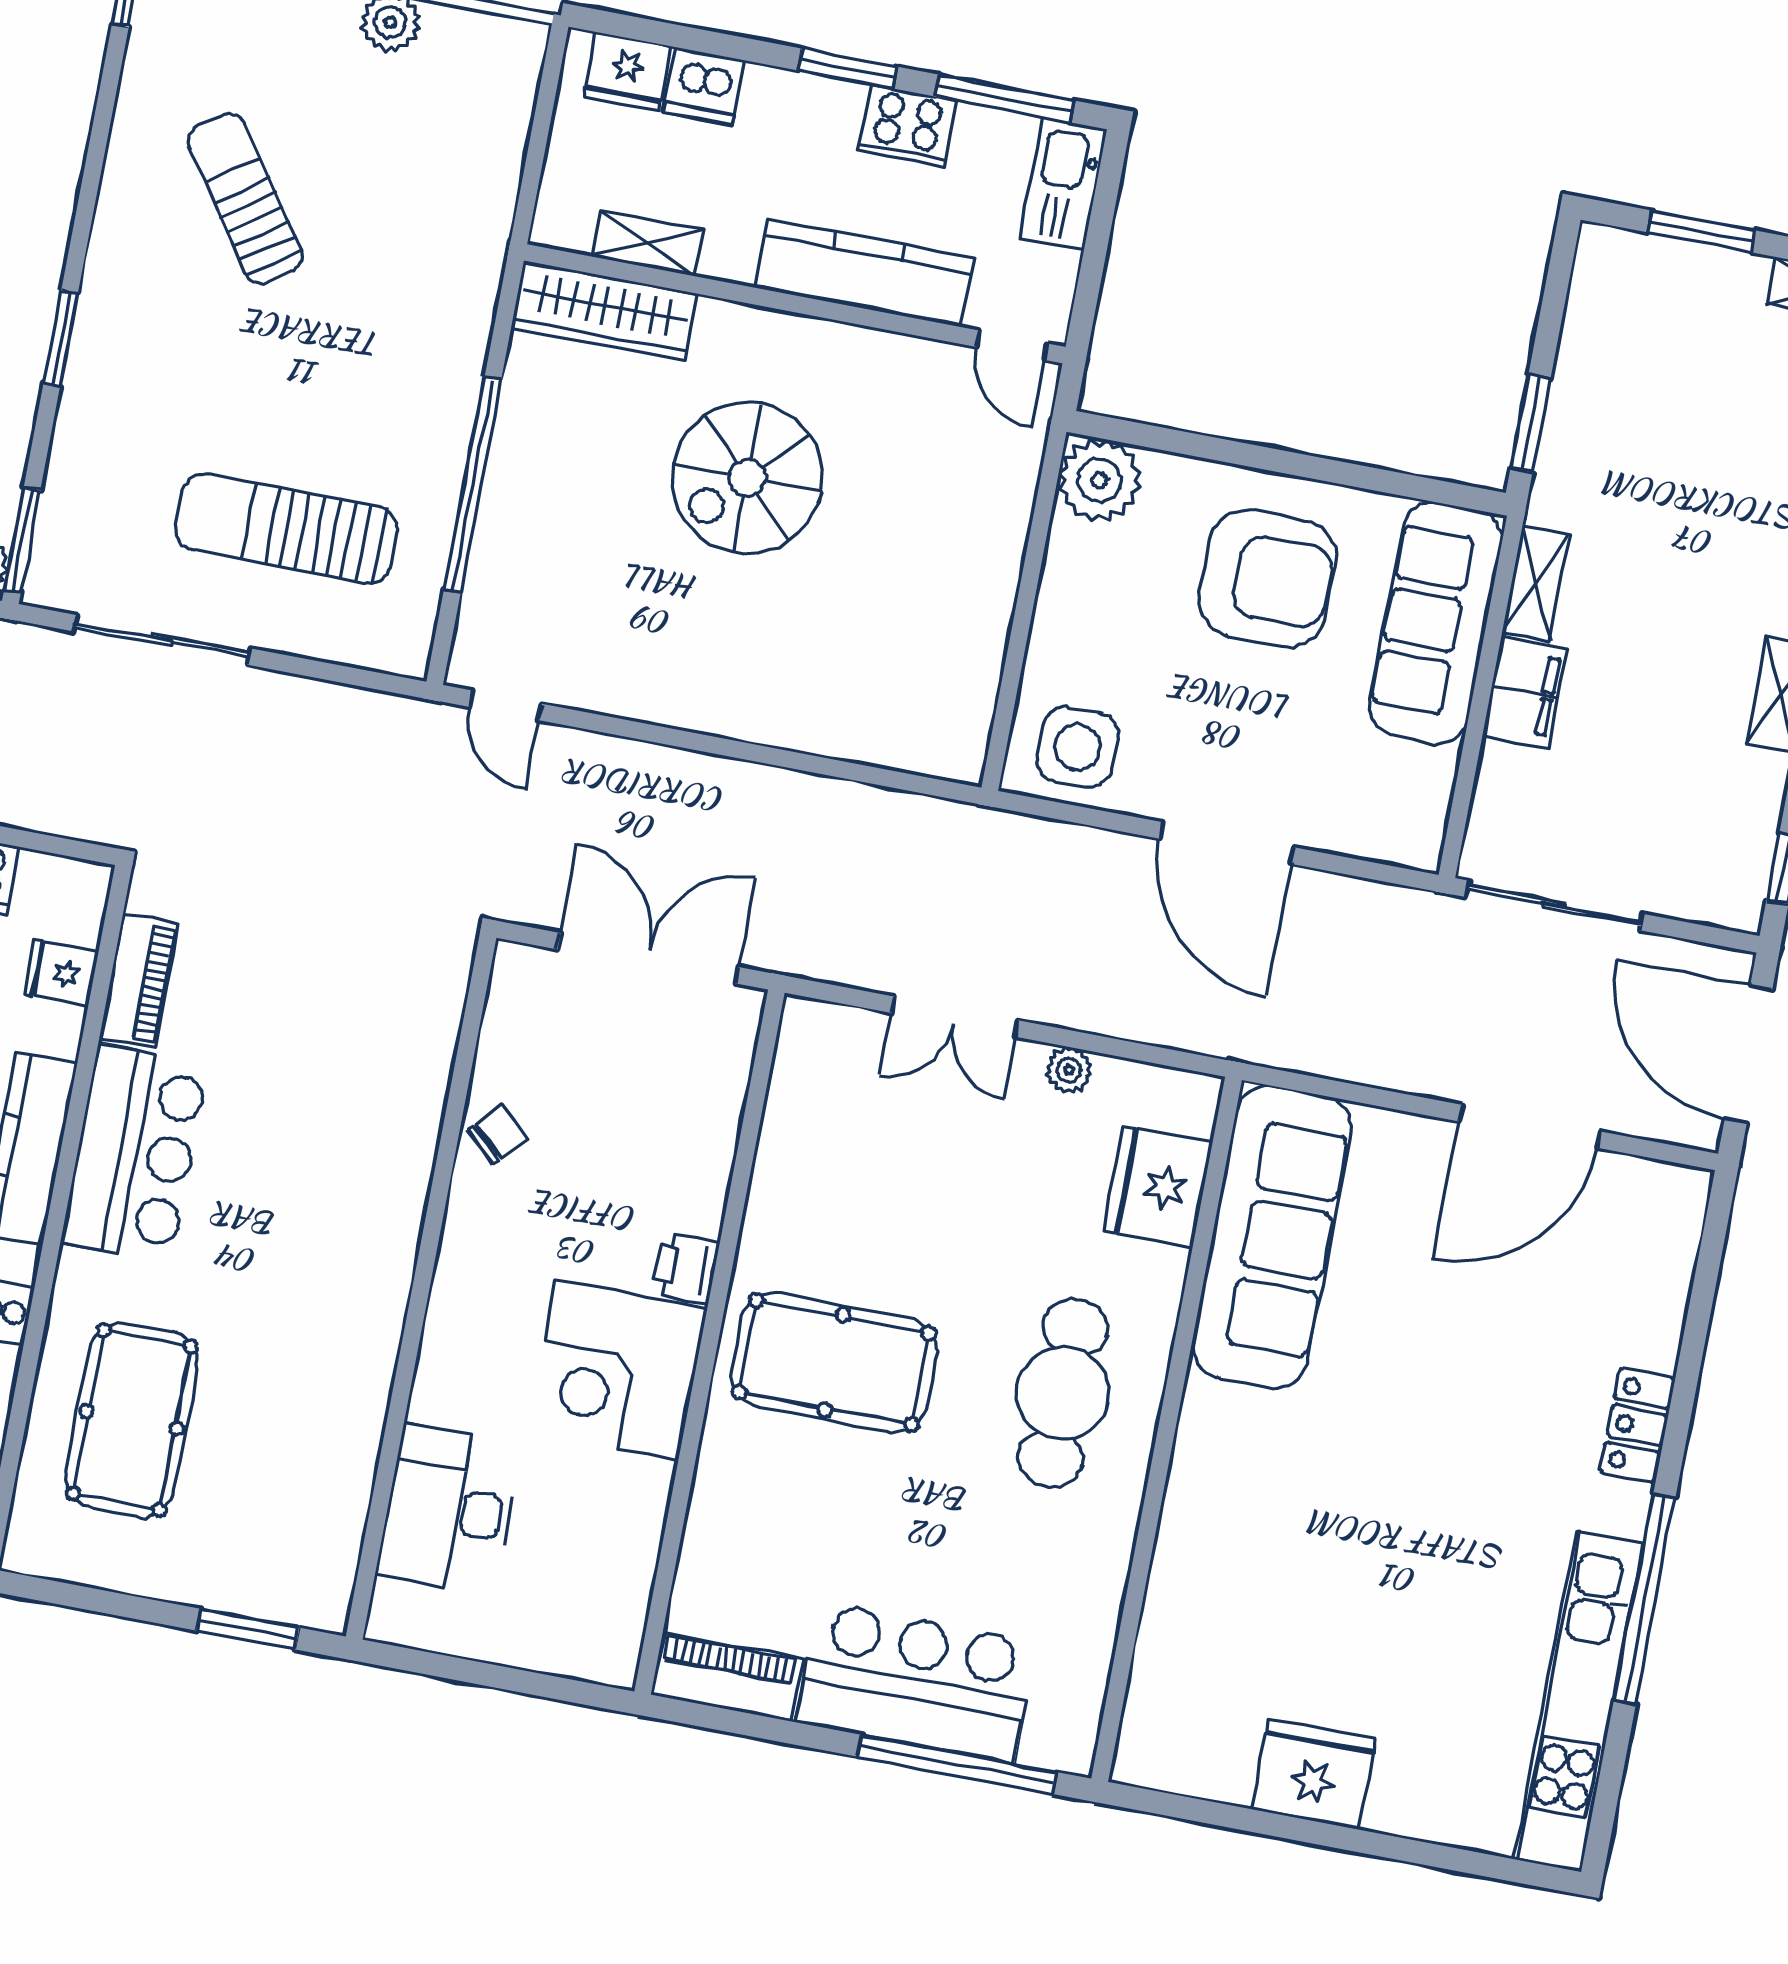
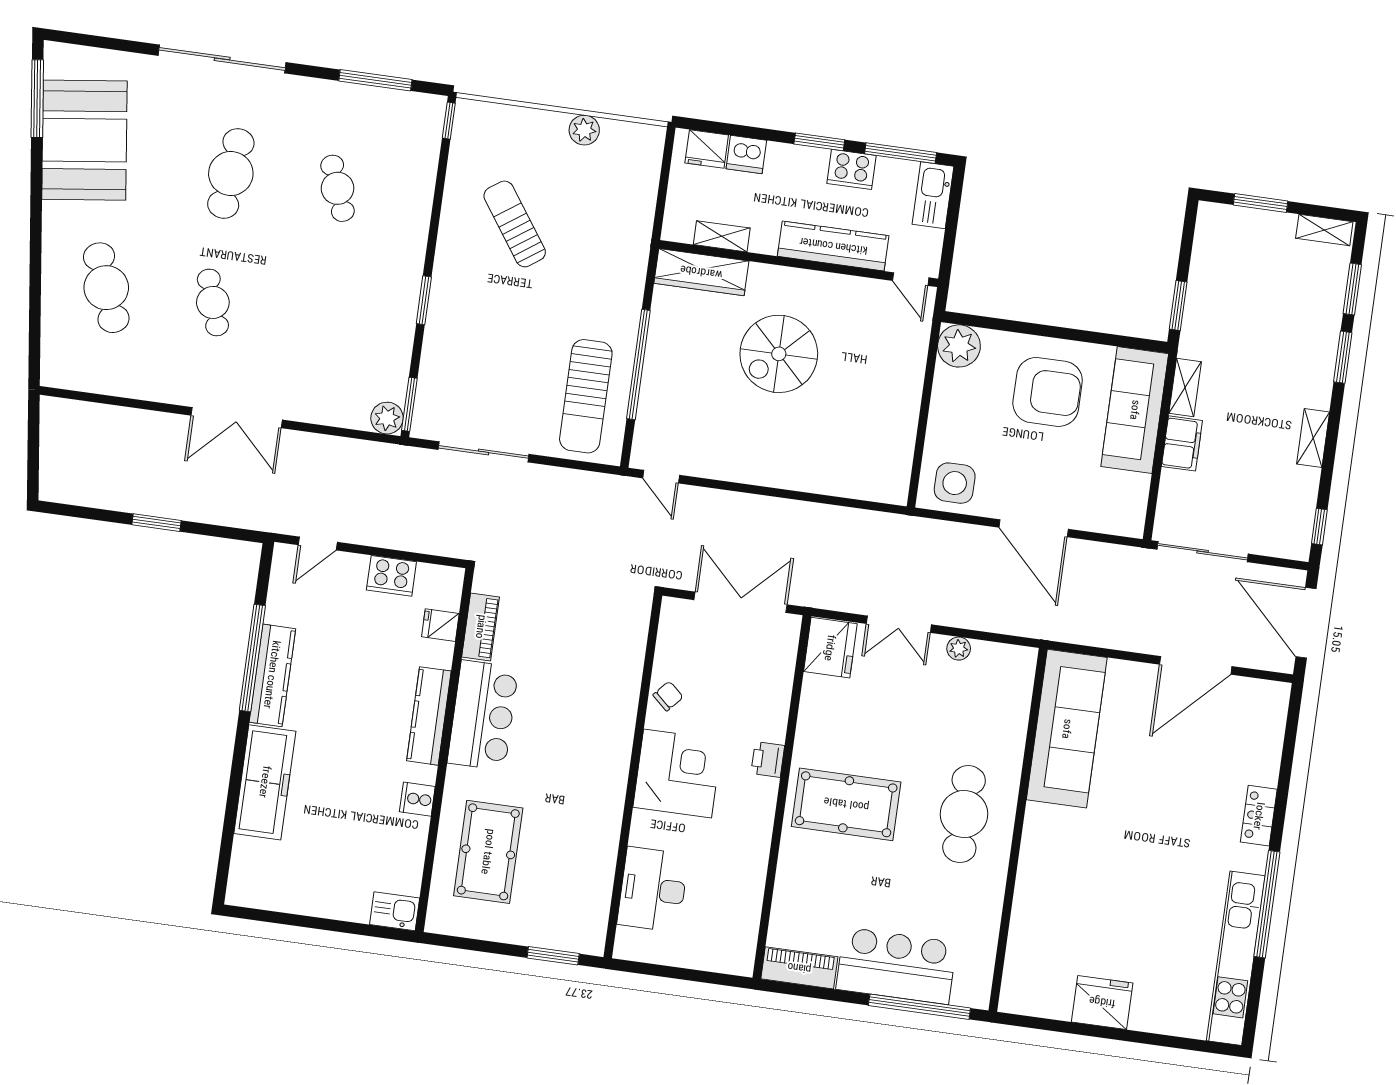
sun lounger: (287, 528) -> (586, 396), moved, turned -90
fridge: (1158, 1187) -> (830, 648), moved, turned 180
corner desk: (617, 1370) -> (678, 773), moved, turned 180

